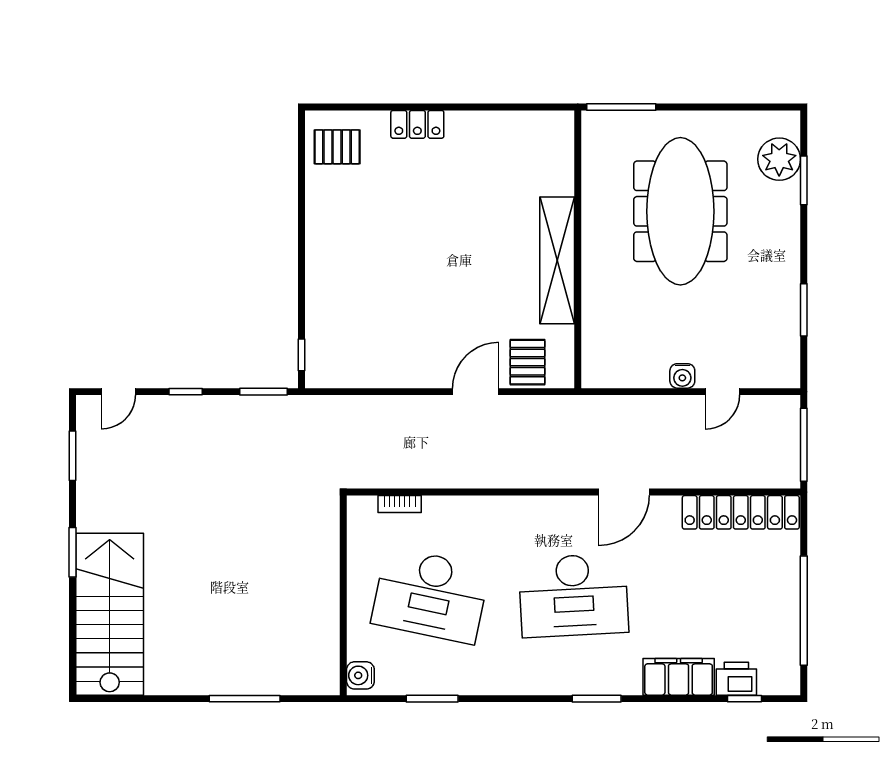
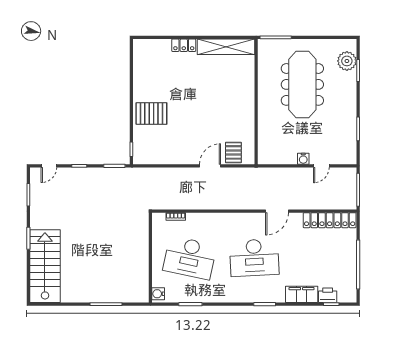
pallet: (337, 147) -> (151, 113), moved, width x1.50, depth x1.42
shelving: (557, 260) -> (226, 47), moved, turned 90

